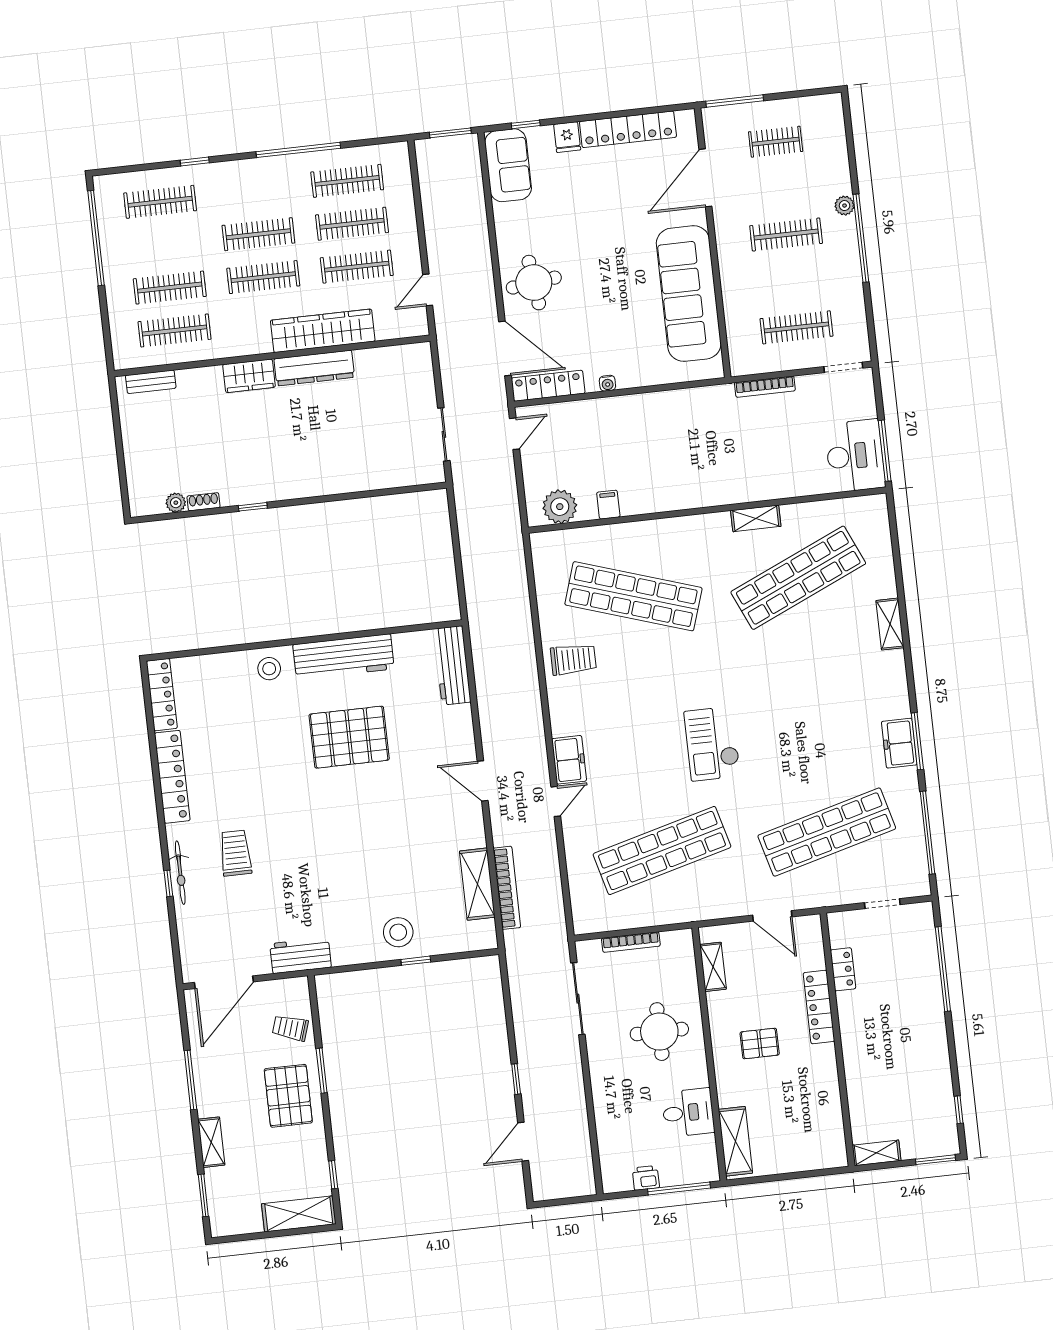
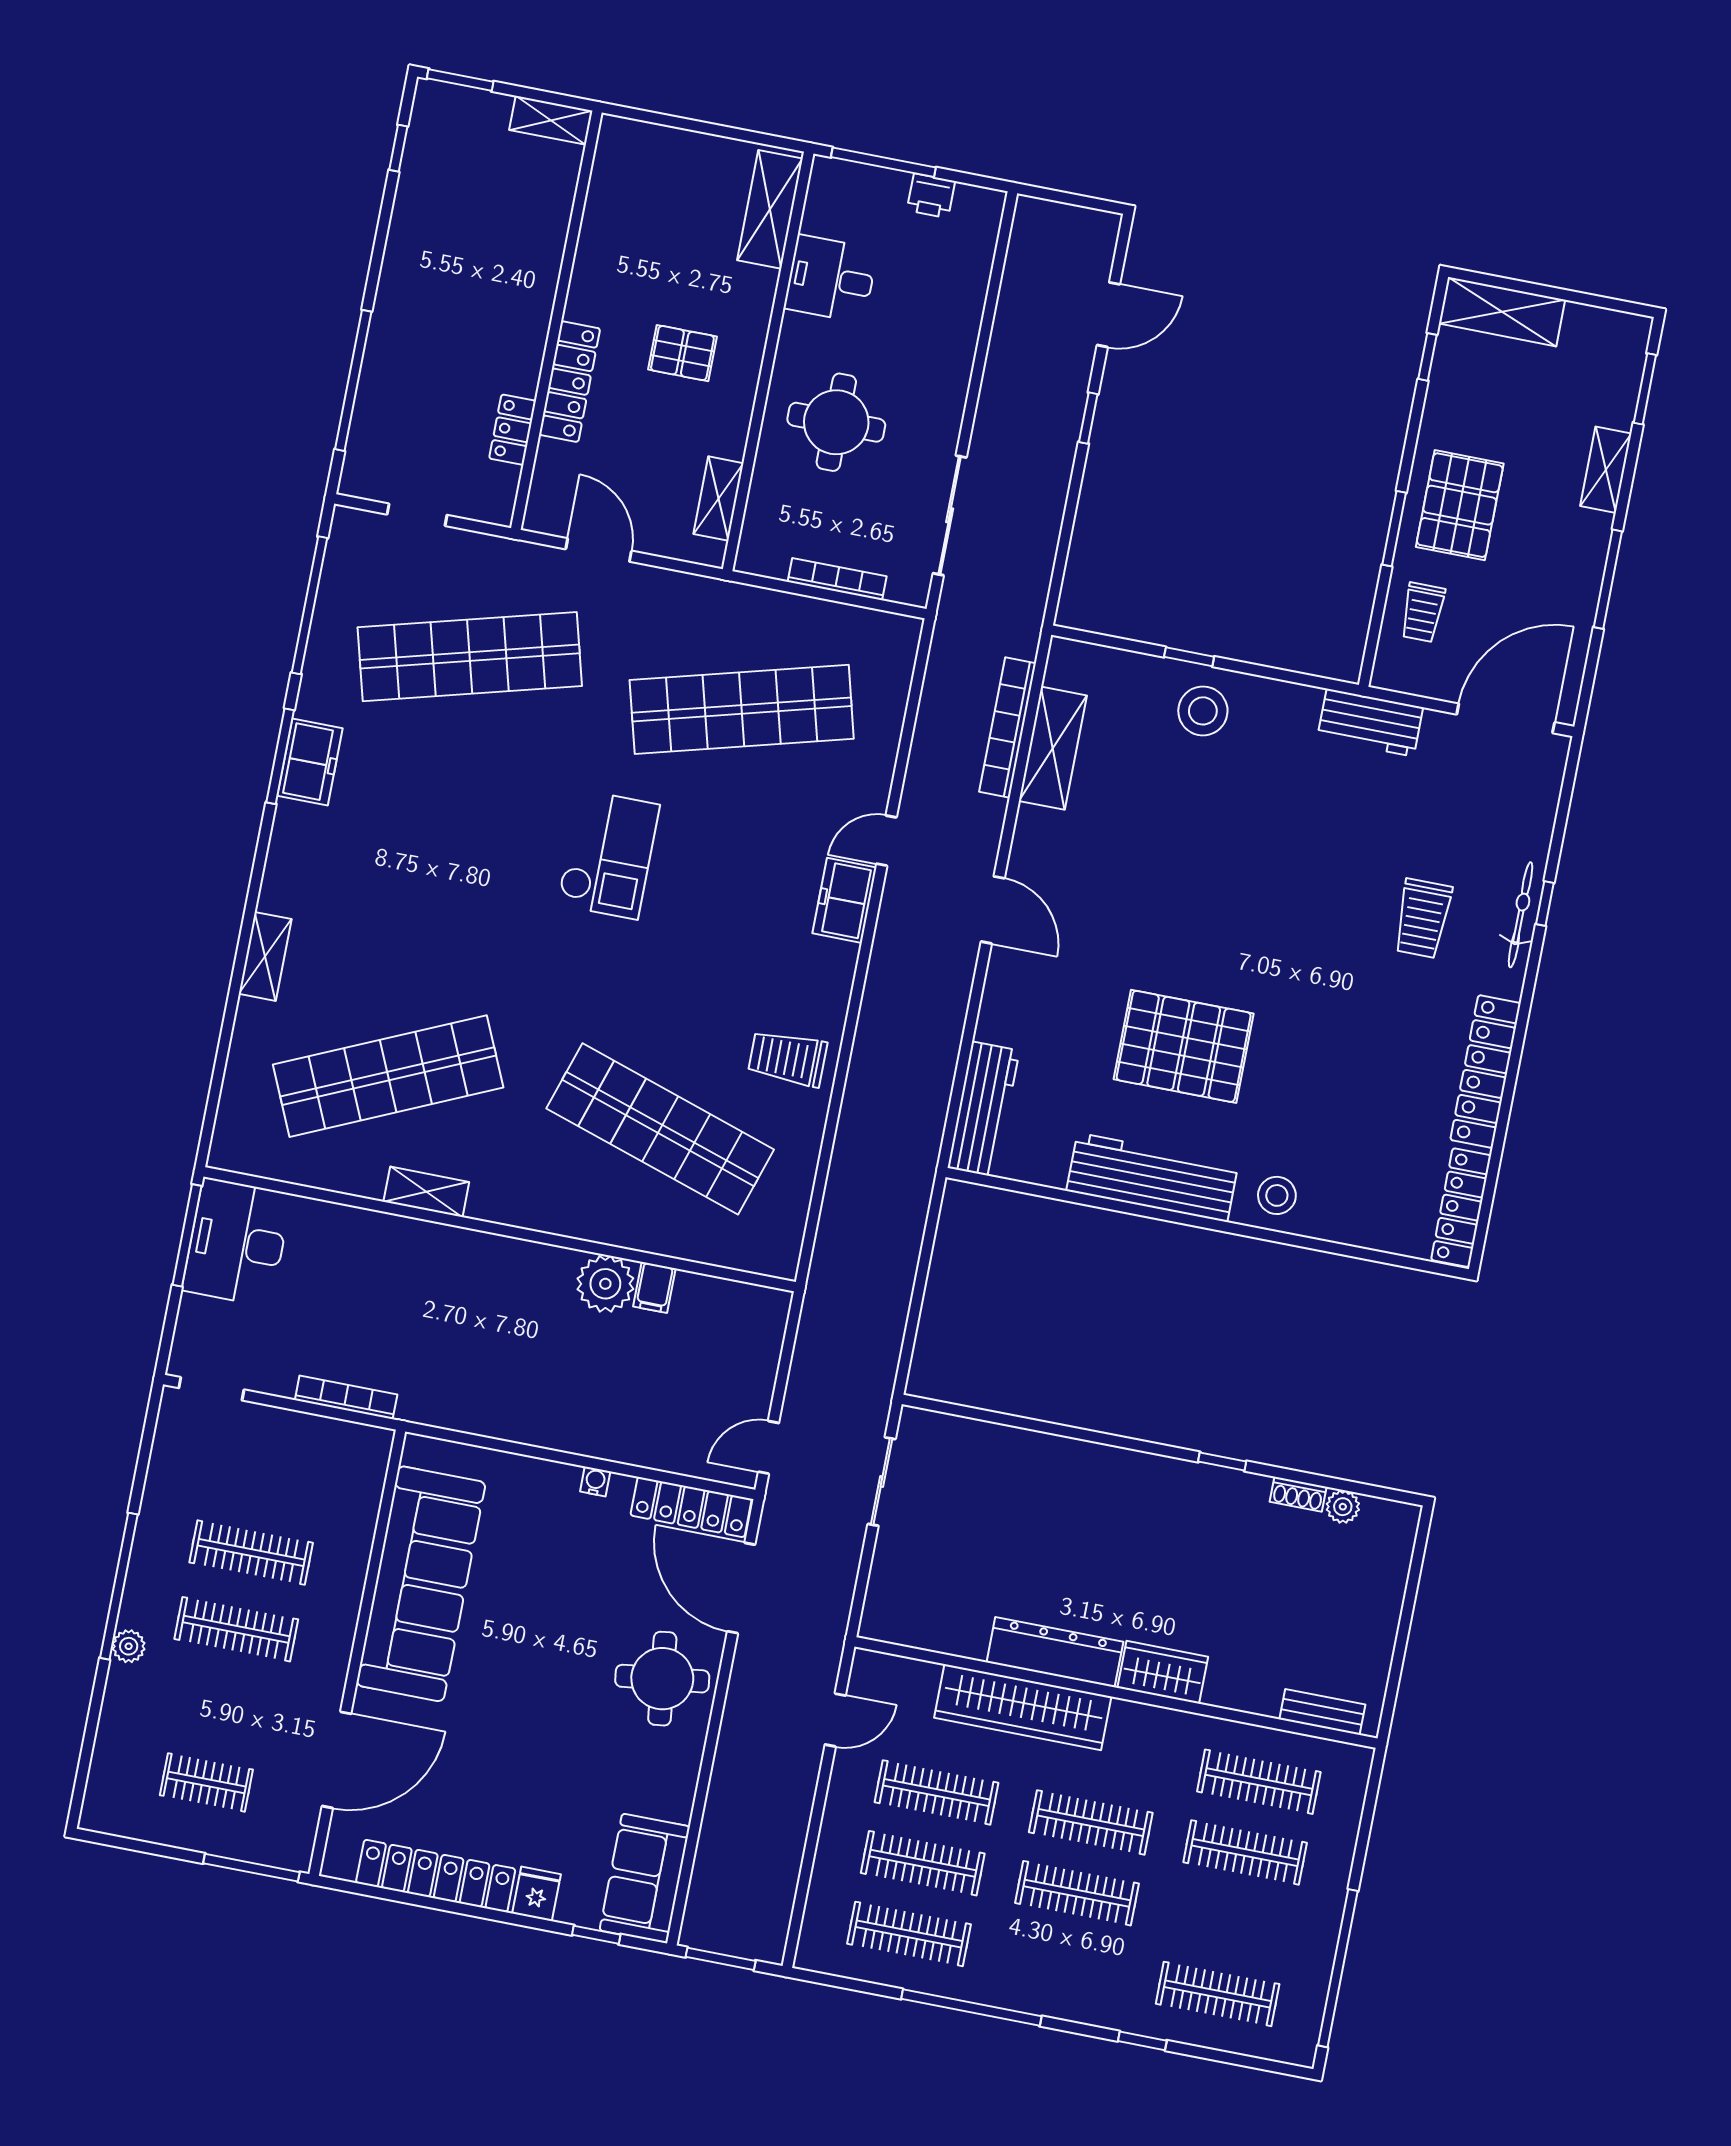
clothes rail: (797, 327) -> (251, 1553), moved
plant: (560, 507) -> (605, 1284), moved
trolley: (290, 1028) -> (1423, 612), turned 72

